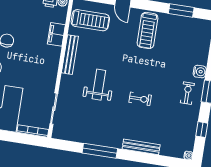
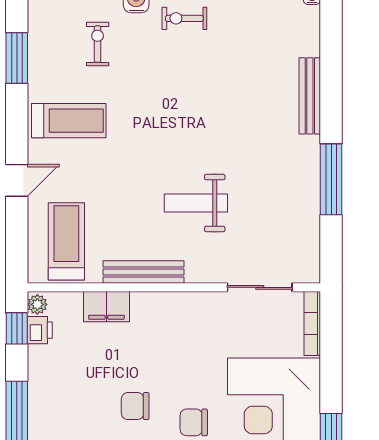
exercise bike: (140, 99) -> (98, 44), moved

